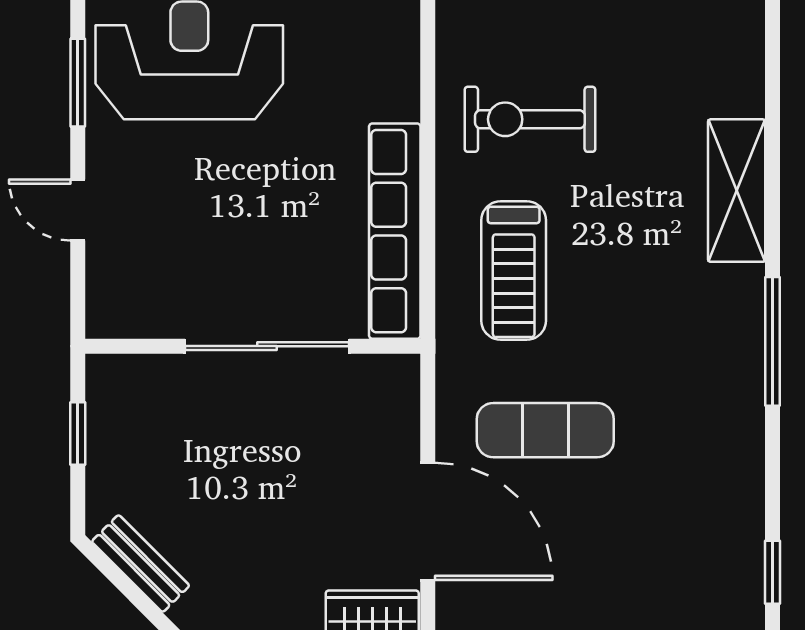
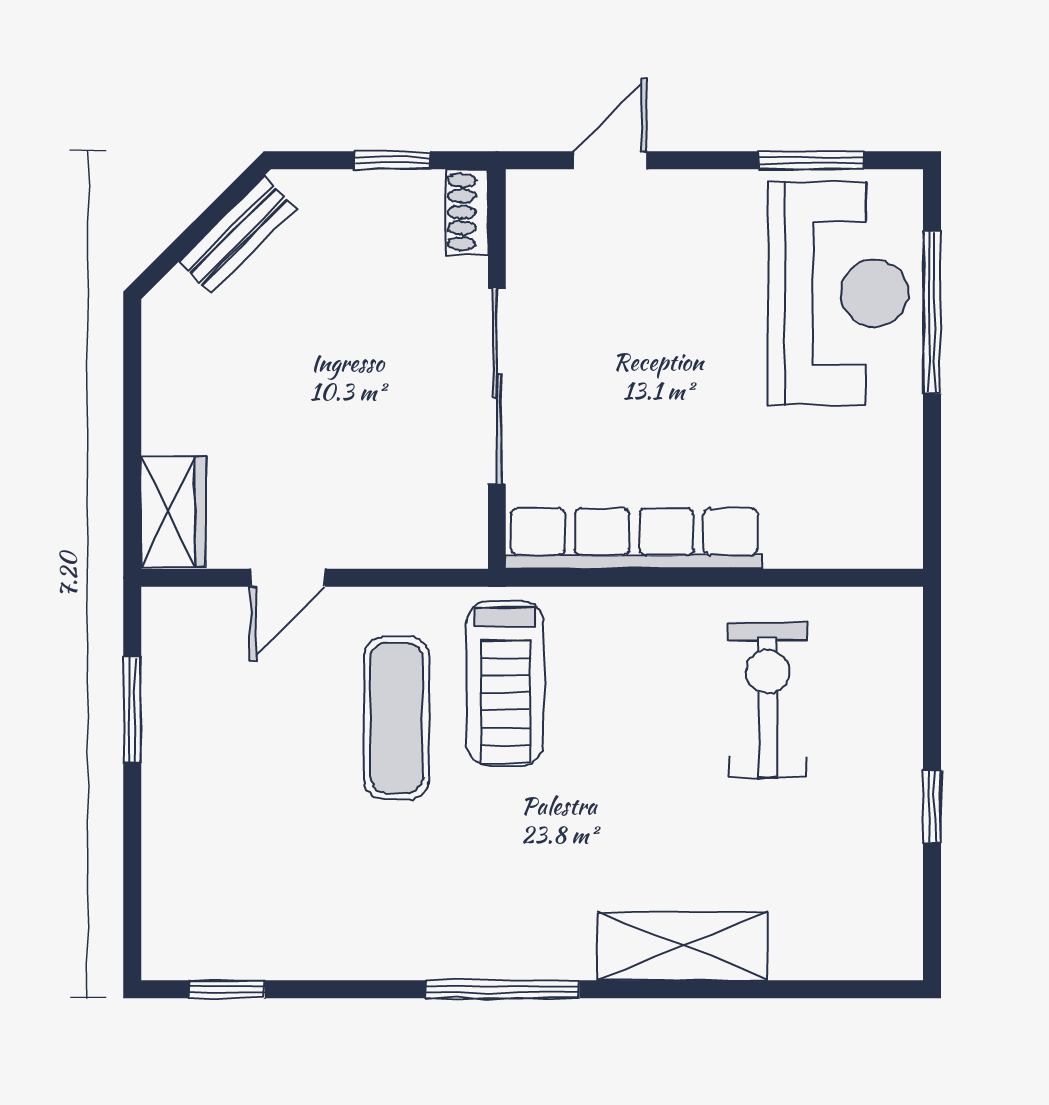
door: (78, 210) -> (610, 160), moved
treadmill: (514, 270) -> (505, 683), moved, turned -90
shoe rack: (121, 371) -> (467, 212), added
door: (428, 521) -> (288, 578), width x0.53

